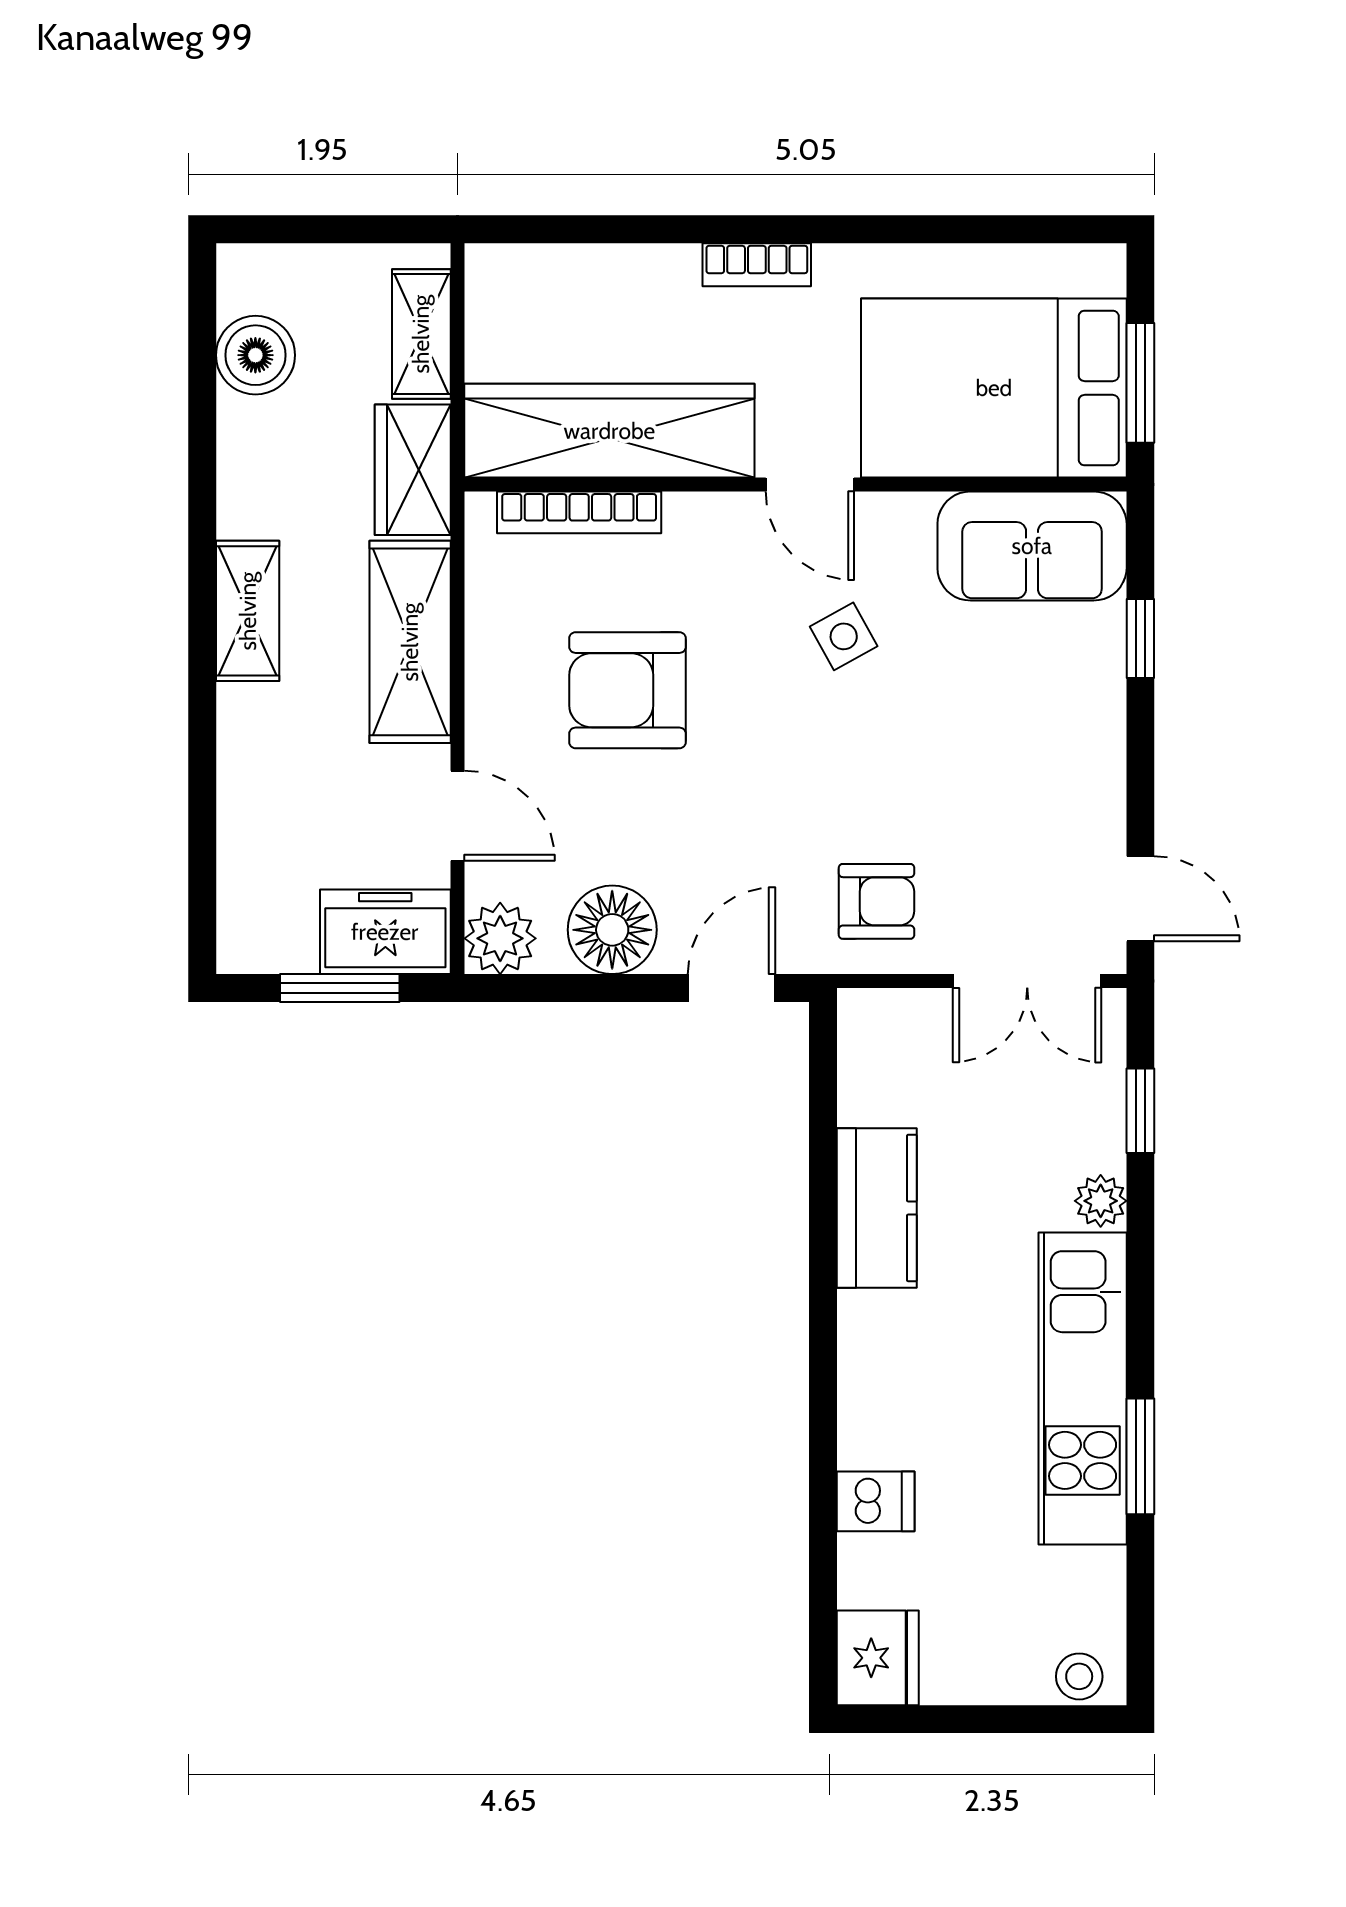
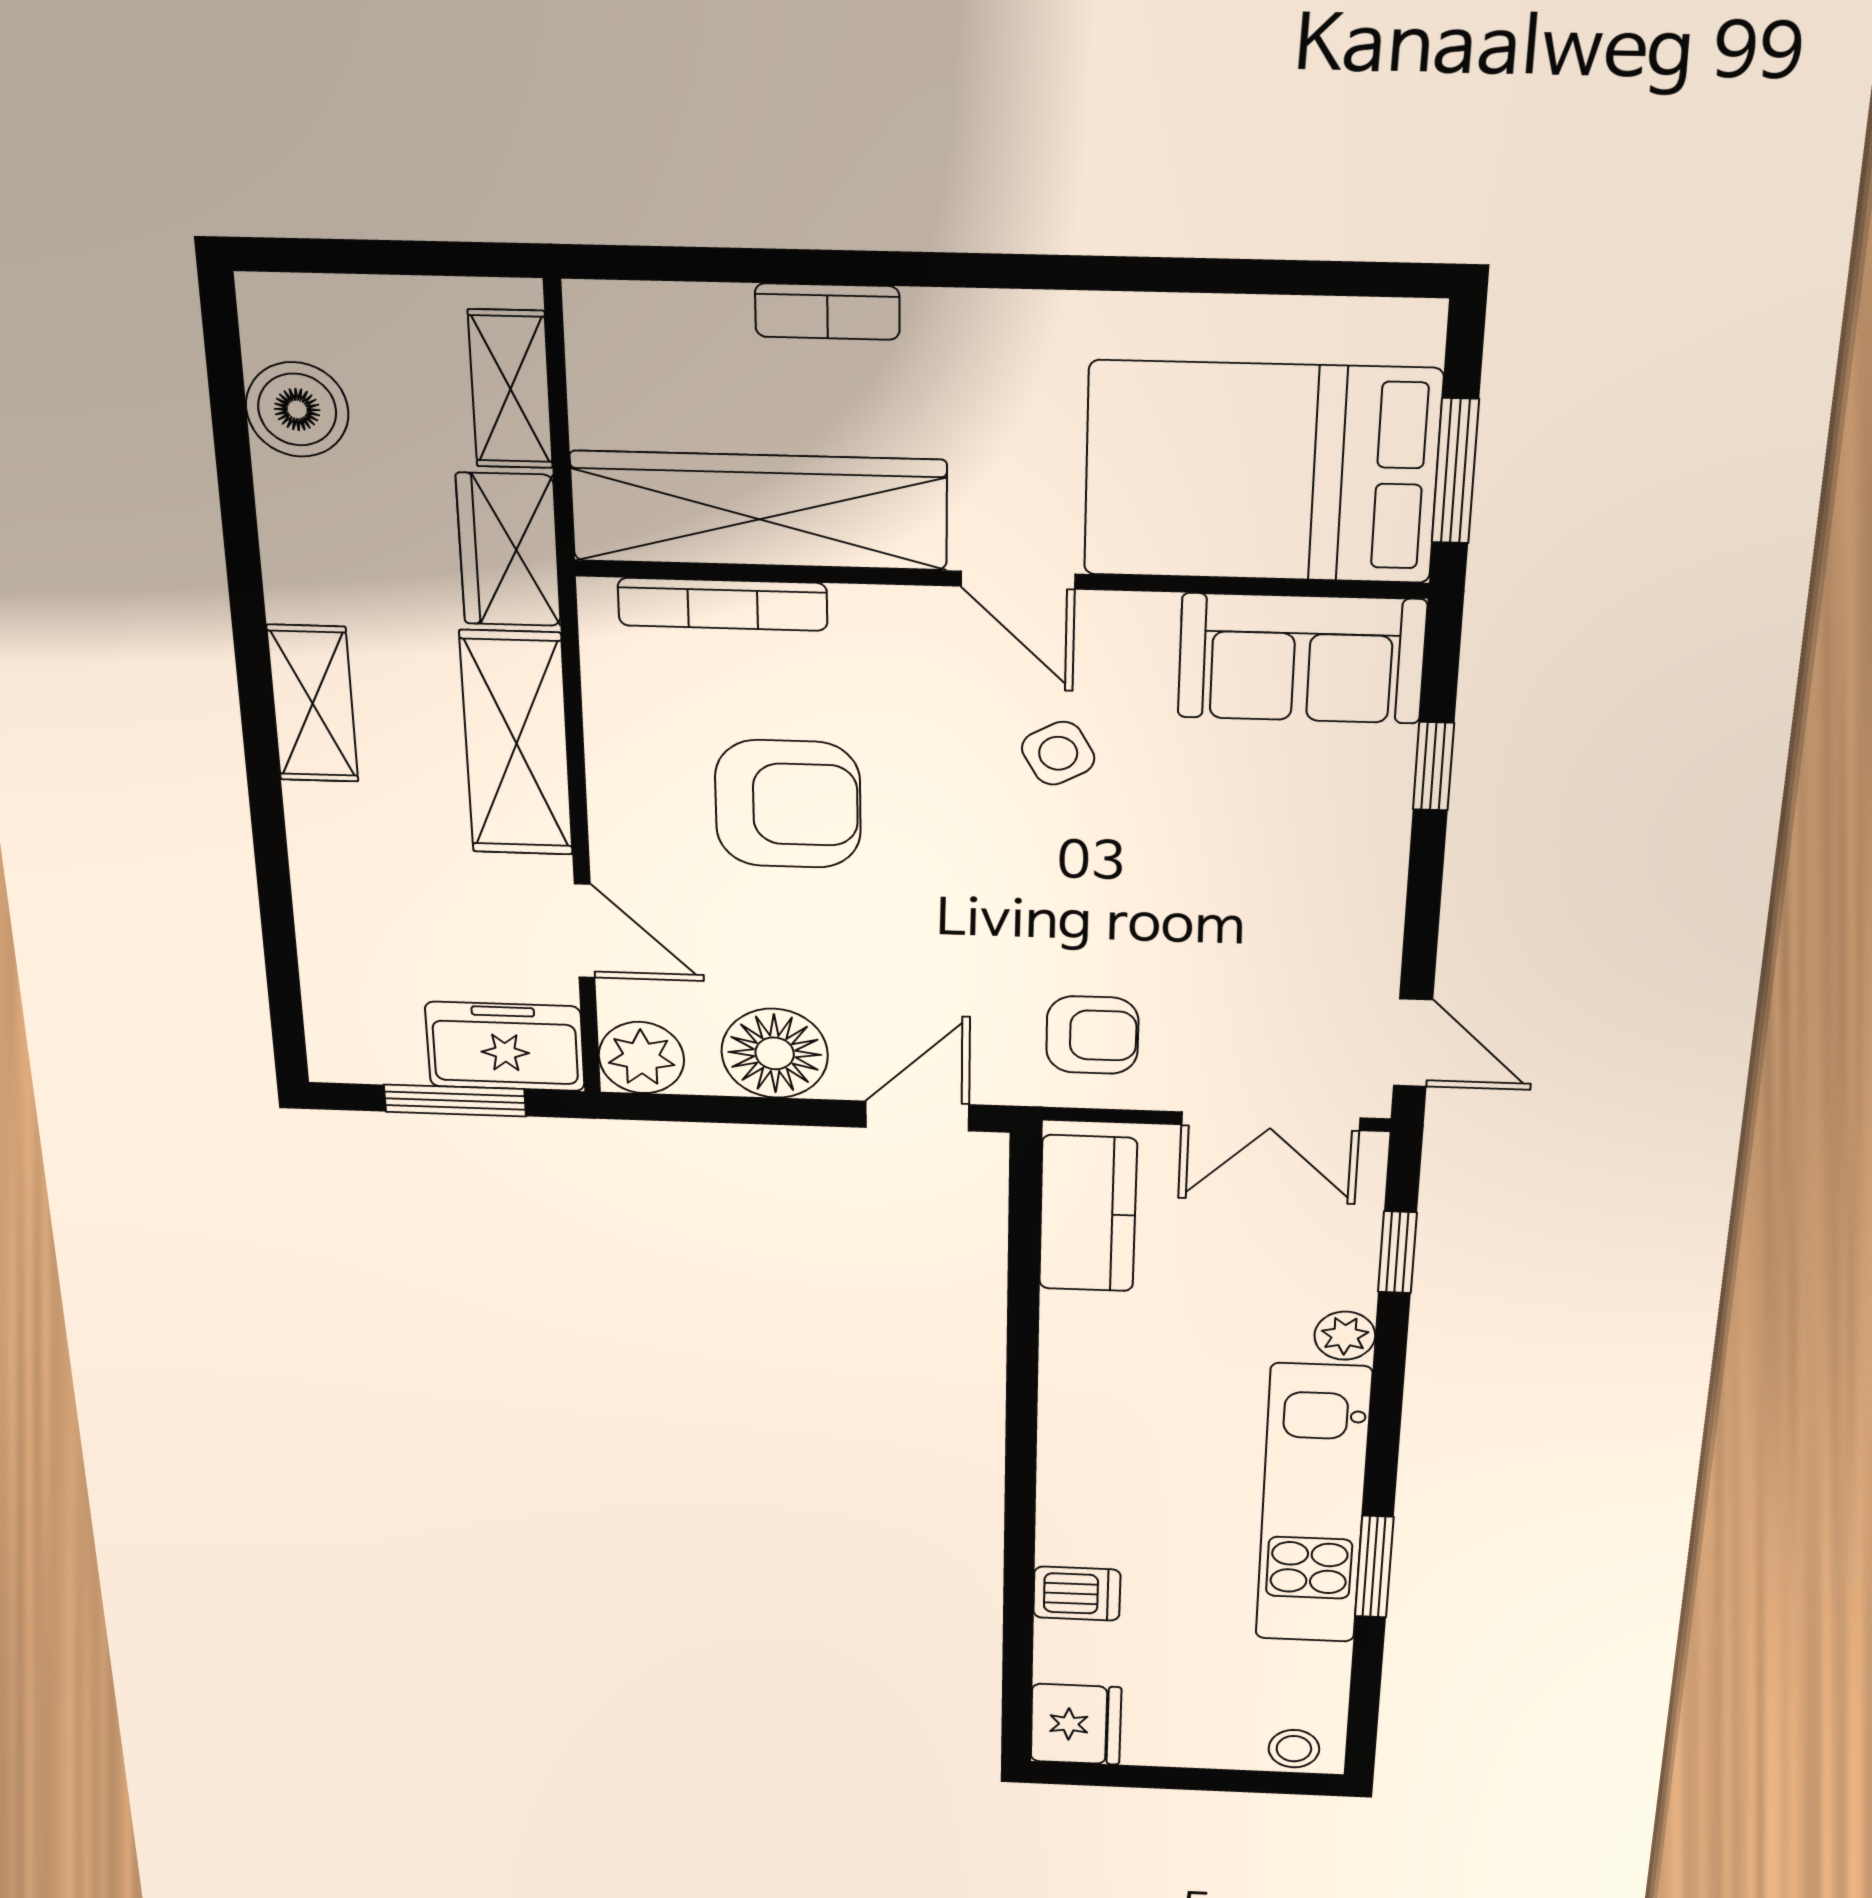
bookcase: (757, 265) -> (827, 312), moved
armchair: (627, 690) -> (788, 804), turned 180
kitchen counter: (877, 1208) -> (1088, 1214), moved

